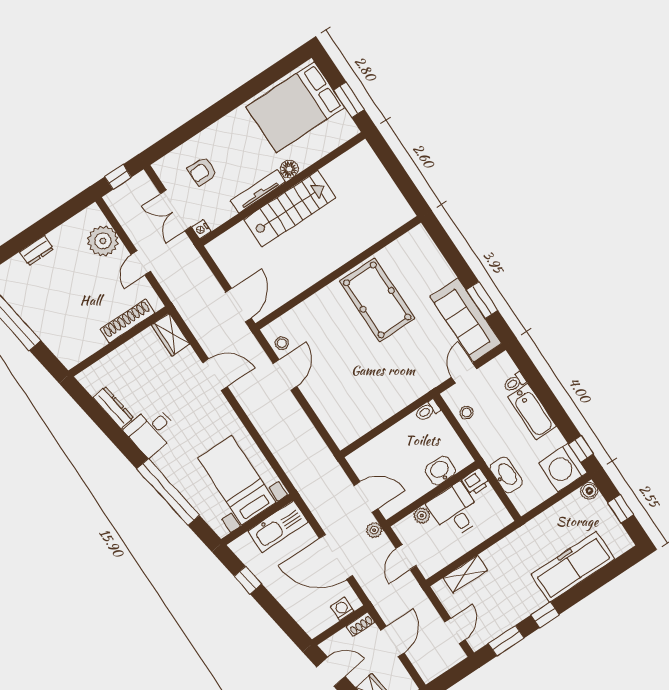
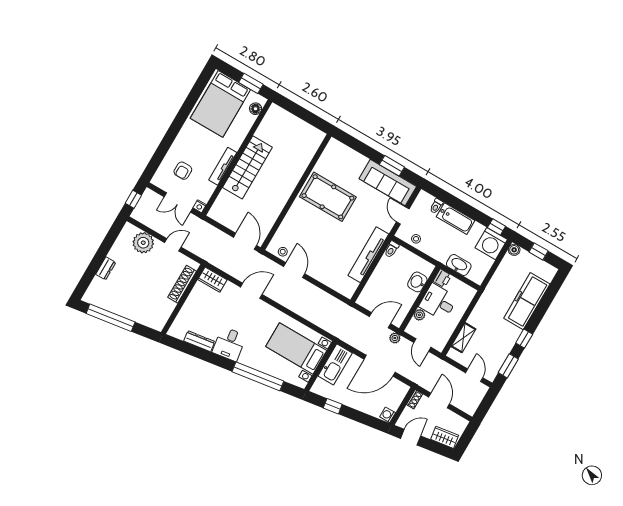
floor lamp: (289, 169) -> (256, 109), moved
door: (141, 263) -> (173, 245), swing flipped
tv unit: (393, 403) -> (368, 255), added
washing machine: (342, 609) -> (388, 415), moved

